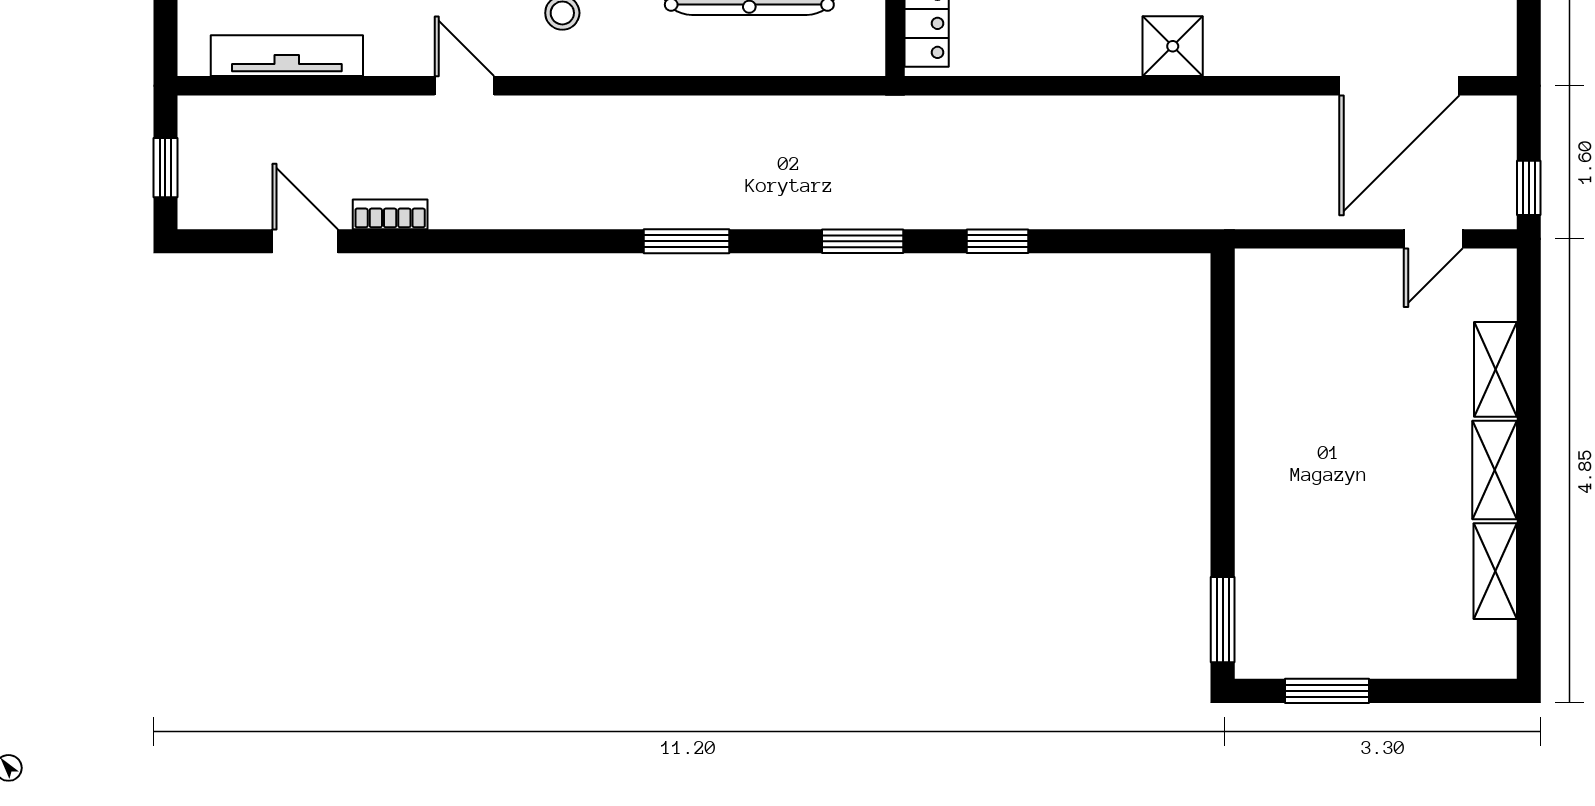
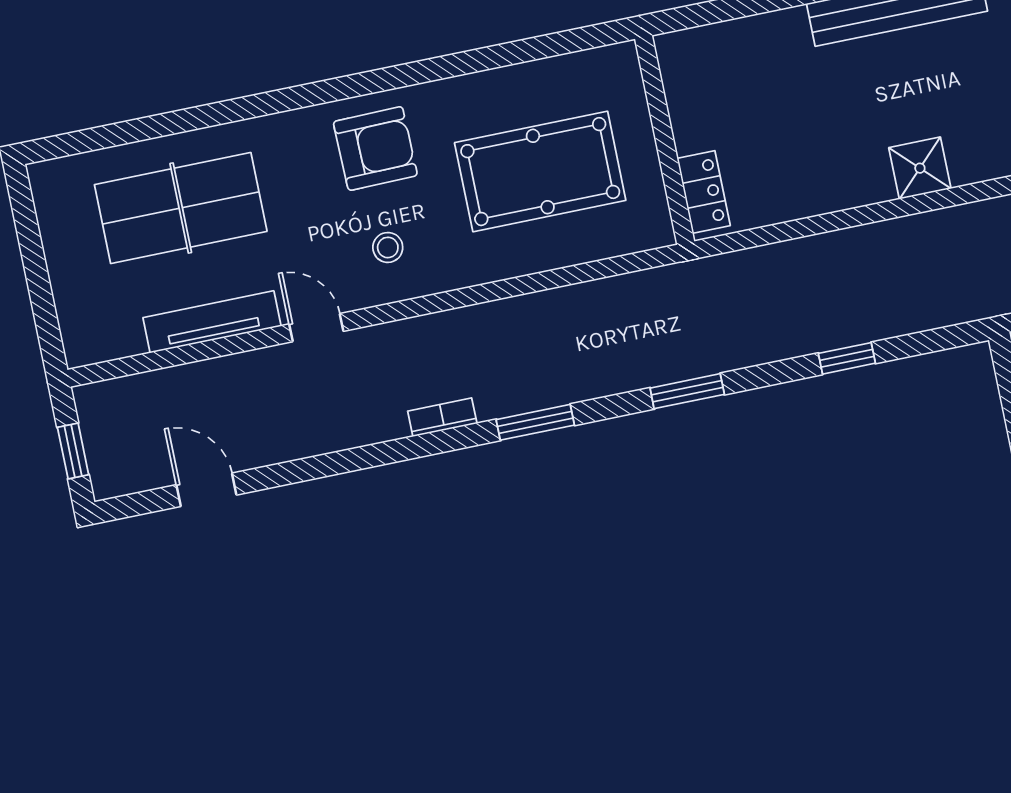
tv unit: (287, 56) -> (212, 322), moved
bookcase: (390, 214) -> (442, 417), moved
window: (997, 241) -> (847, 358), moved

